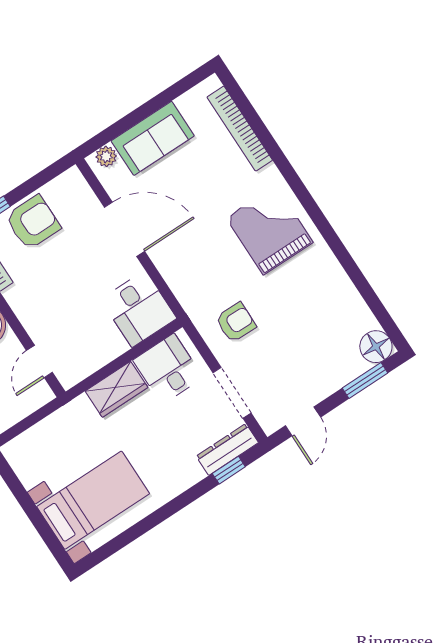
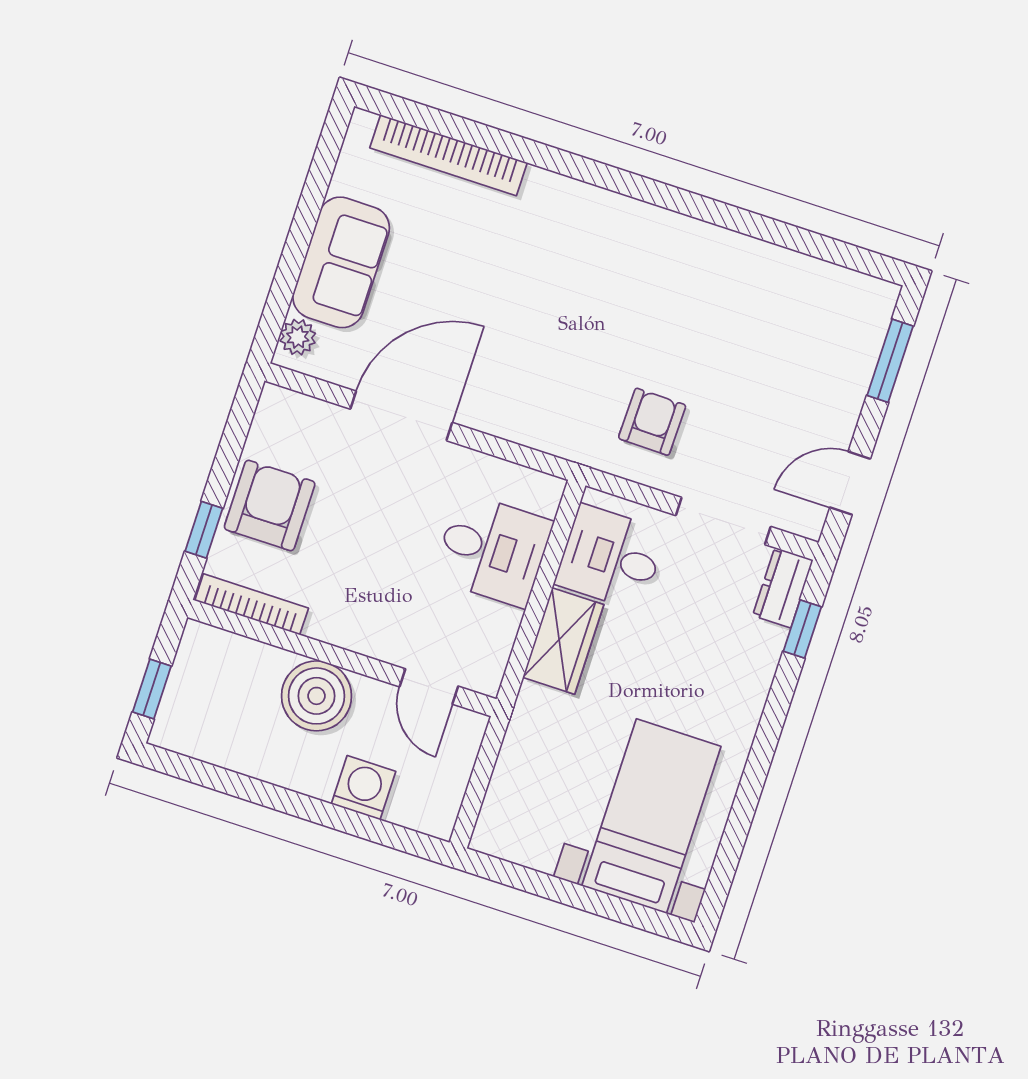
grand piano: (269, 230) -> (598, 260), removed
desk: (139, 309) -> (493, 550), moved
floor lamp: (376, 347) -> (868, 303), removed
door: (303, 421) -> (850, 483), swing flipped
dresser: (227, 449) -> (783, 588), width x0.70

